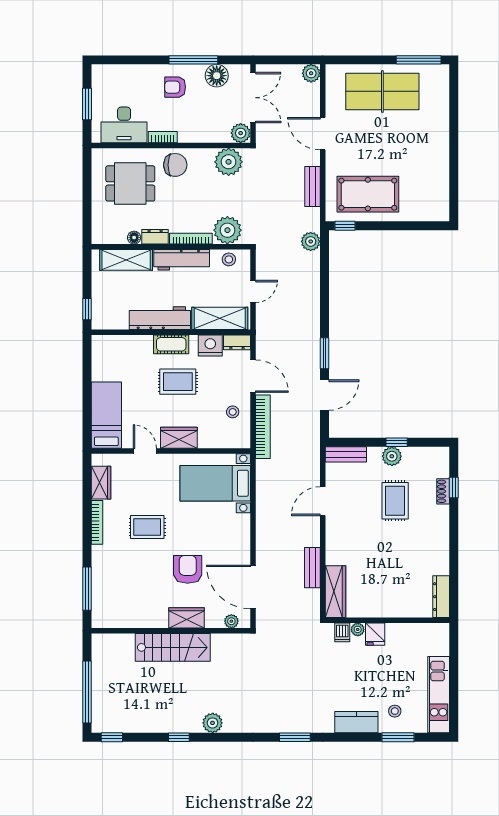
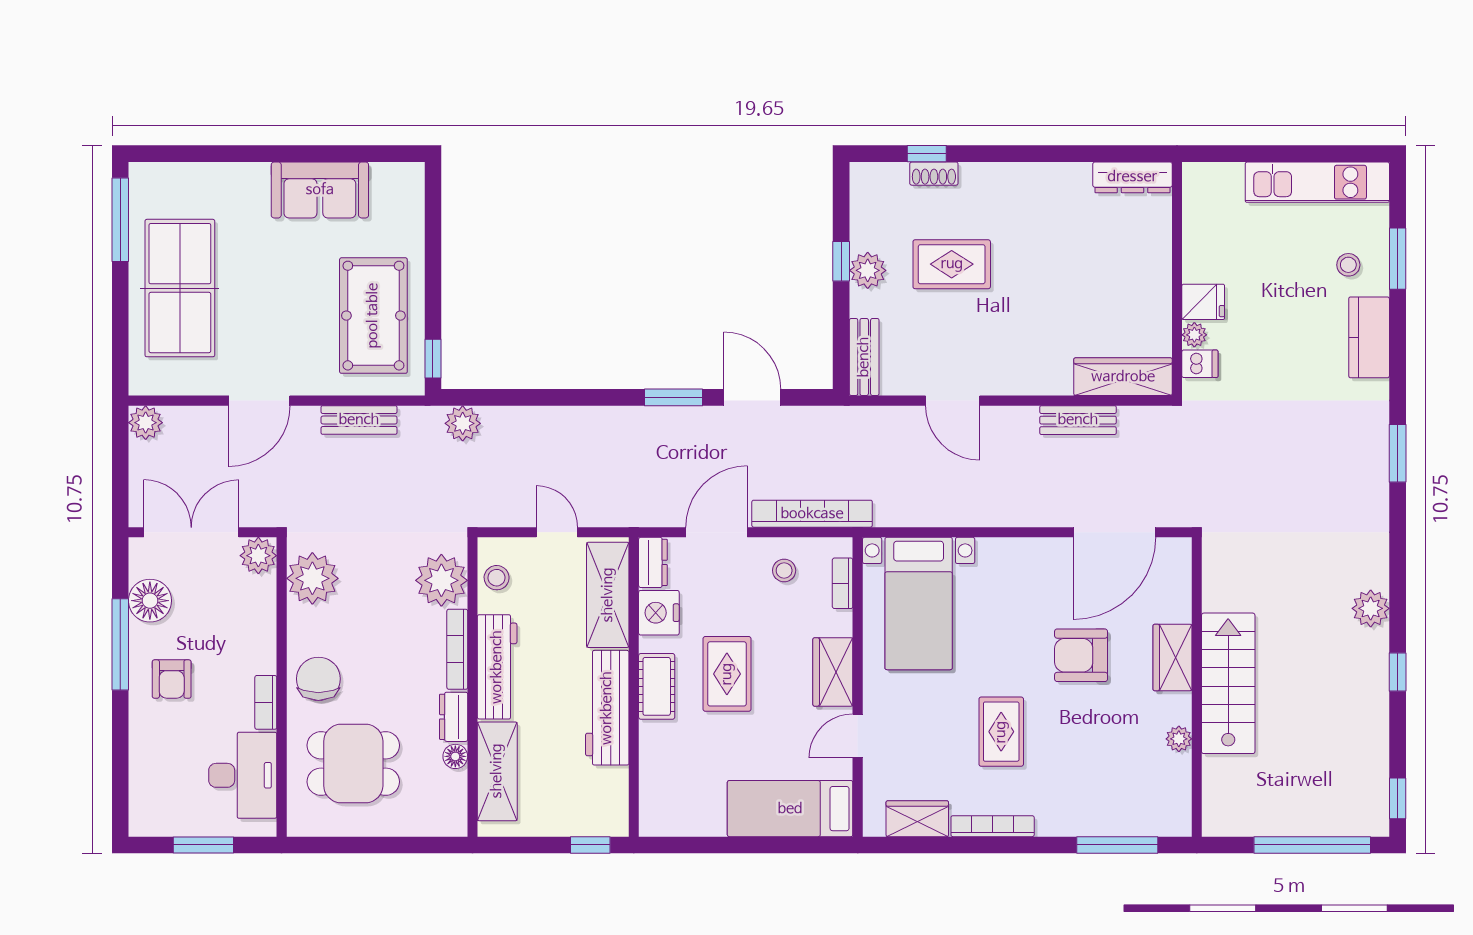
sofa: (434, 166) -> (320, 190), added
dining table: (130, 183) -> (353, 764), turned 90
bookcase: (226, 443) -> (843, 583), added
plant: (231, 621) -> (1179, 739), moved

